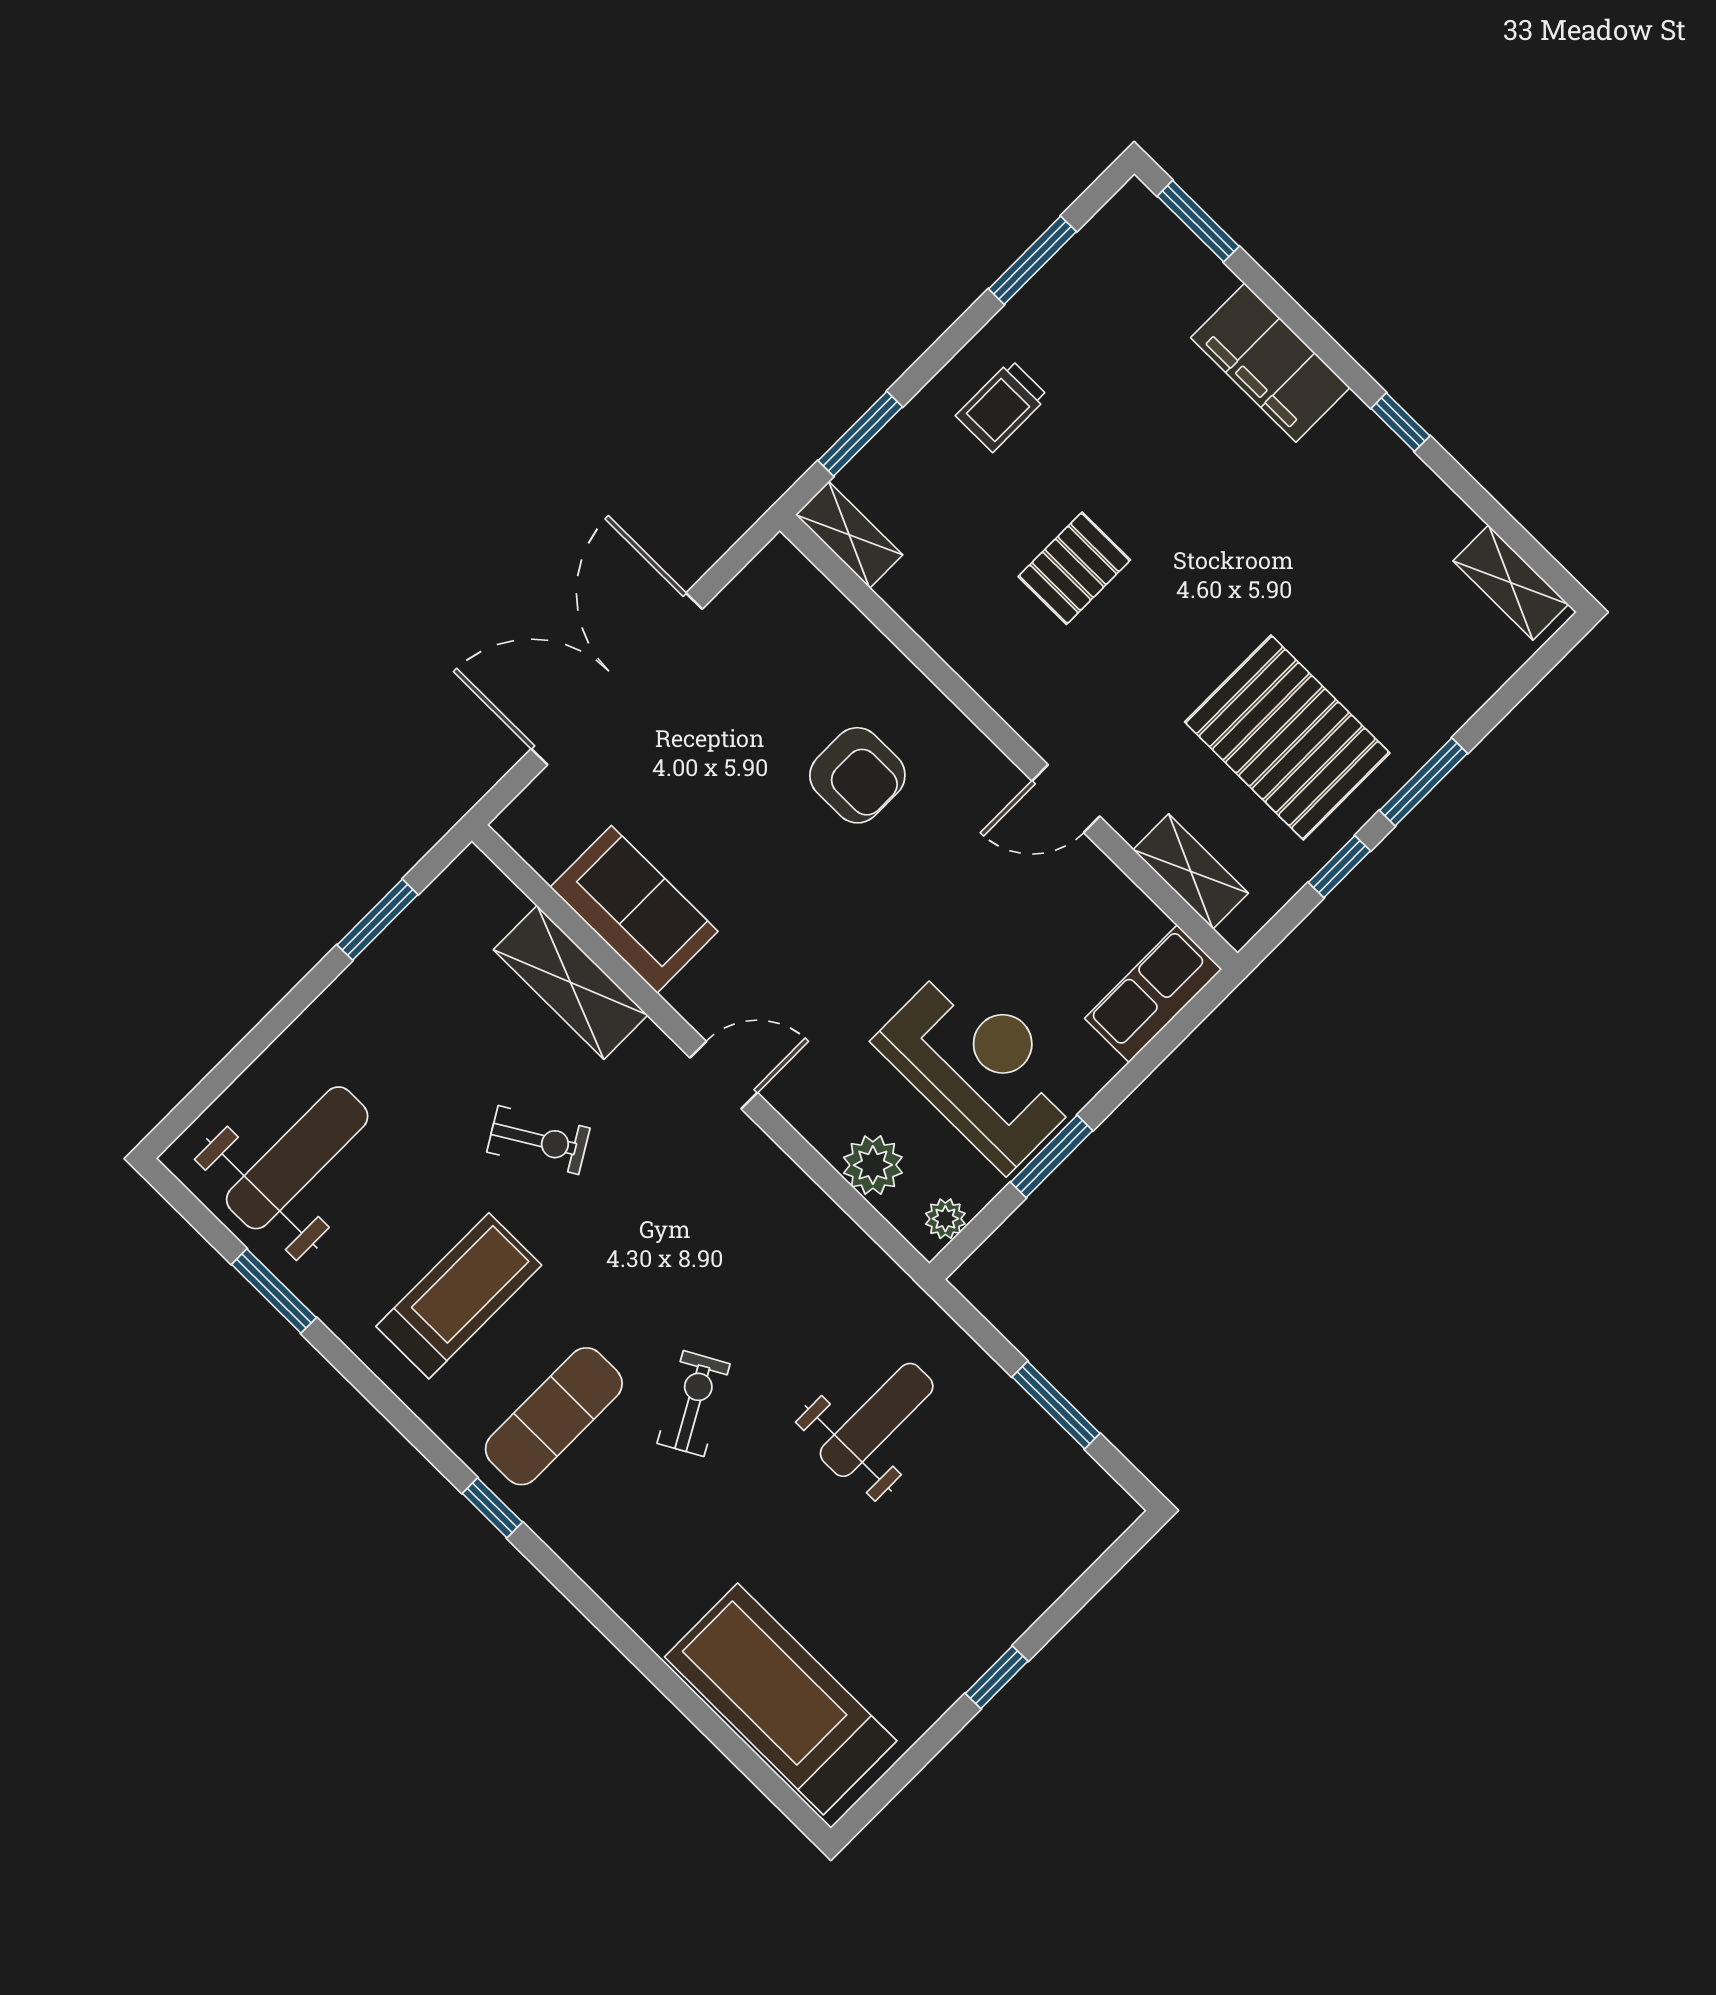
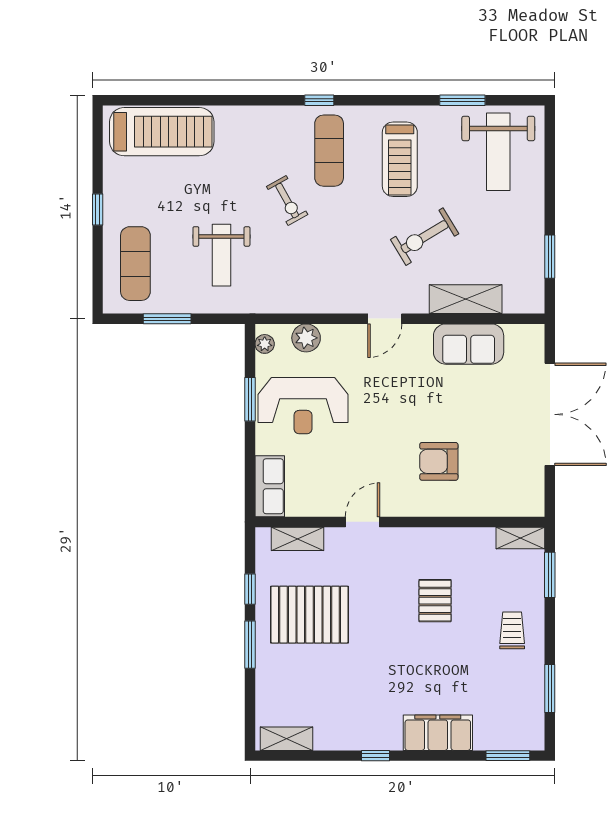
exercise bike: (538, 1140) -> (425, 237), width x1.38, depth x1.39
exercise mat: (1021, 1537) -> (135, 264), added

